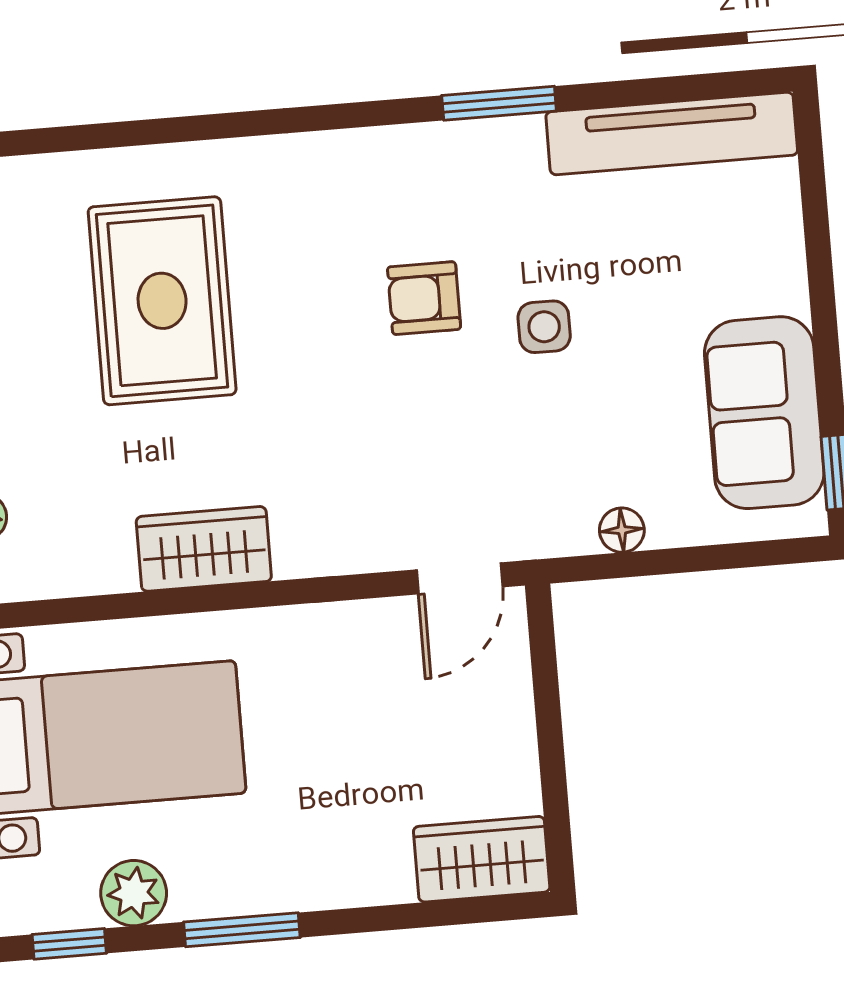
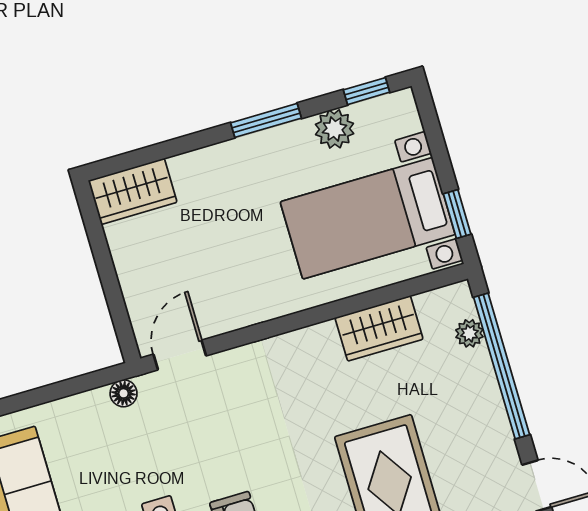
floor lamp: (622, 530) -> (124, 393), moved
wardrobe: (204, 549) -> (379, 328), moved

